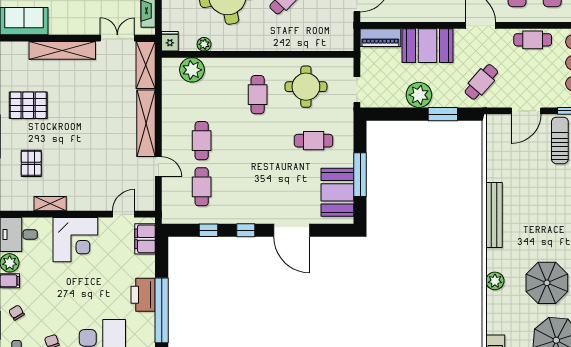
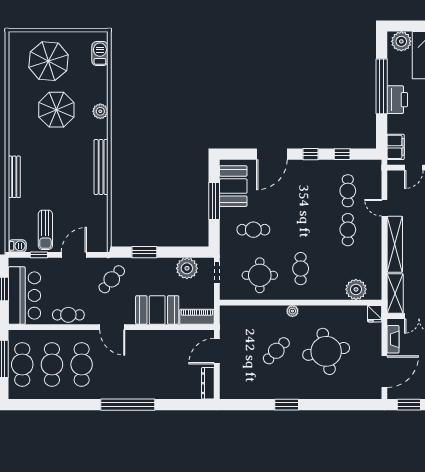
plant: (204, 44) -> (292, 311), moved
plant: (419, 95) -> (187, 268), moved
door: (292, 230) -> (272, 154), swing flipped

